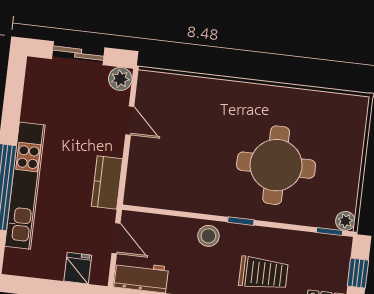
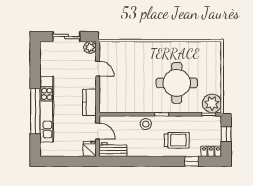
plant: (345, 221) -> (212, 103), width x1.88, depth x1.88
fridge: (78, 268) -> (90, 149), moved

